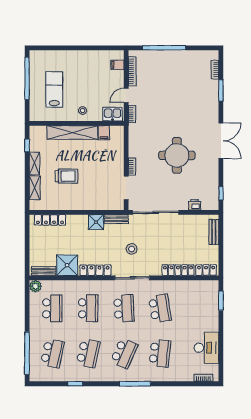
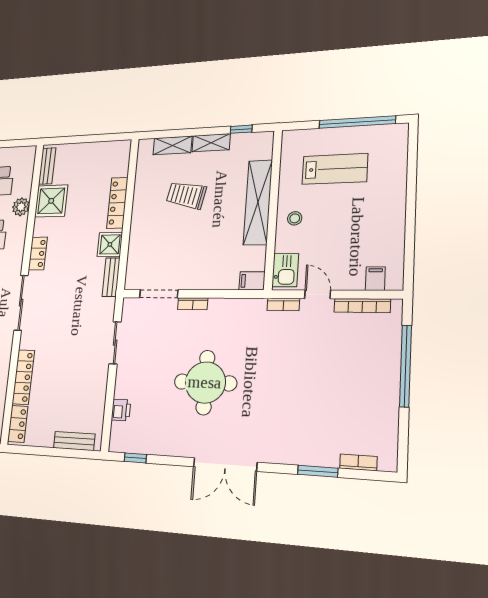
filing cabinet: (104, 133) -> (252, 281), moved
trolley: (67, 176) -> (186, 195), turned 102
sliding door: (156, 212) -> (115, 343), width x0.54
locker: (50, 220) -> (117, 203), moved
stool: (132, 249) -> (63, 302), removed
locker: (95, 270) -> (38, 253), width x0.66
plant: (35, 286) -> (21, 207), moved

